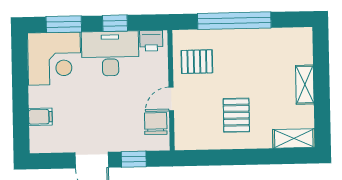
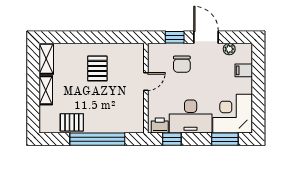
window: (115, 23) -> (172, 139), moved
pallet: (197, 62) -> (72, 122), moved
chair: (156, 124) -> (182, 64), moved
shelving: (294, 138) -> (46, 59), moved, turned 90
plant: (60, 145) -> (229, 49), added

